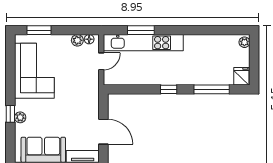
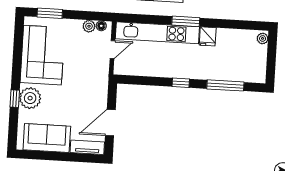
window: (141, 30) -> (186, 21), moved
fridge: (241, 76) -> (208, 36), moved, turned 180
plant: (20, 117) -> (30, 98), width x1.88, depth x1.88
door: (103, 132) -> (110, 123), swing flipped

